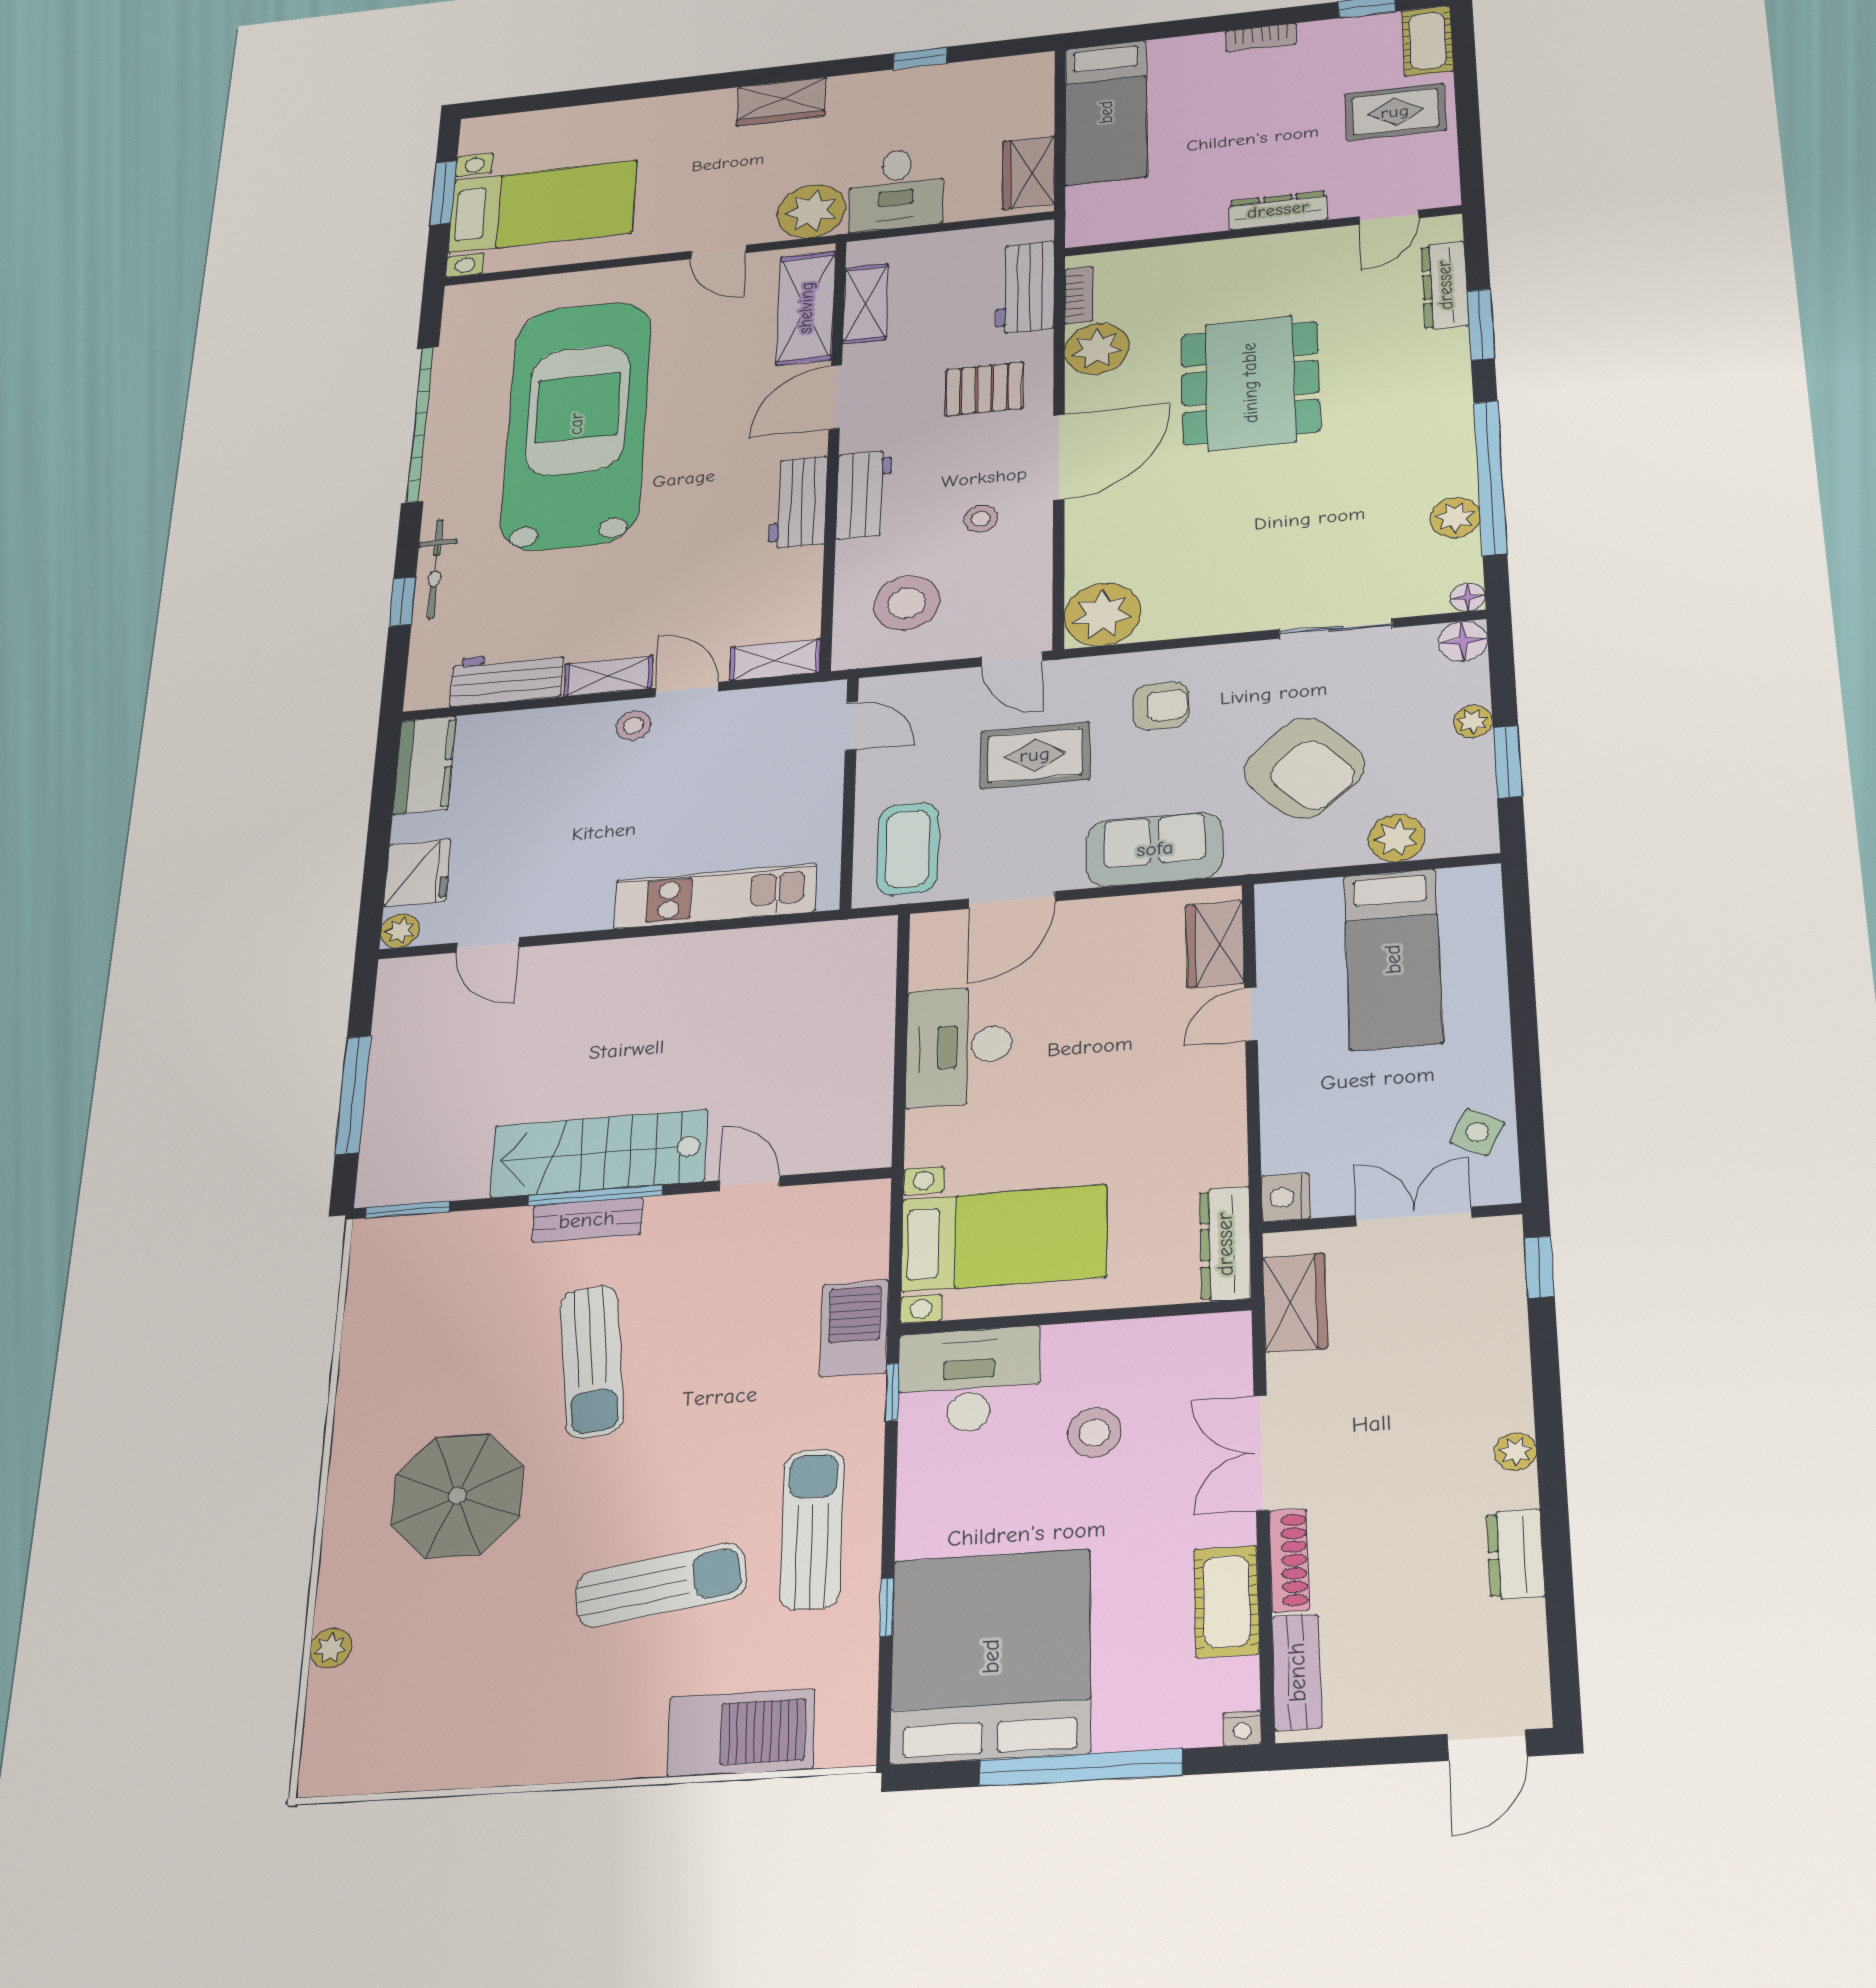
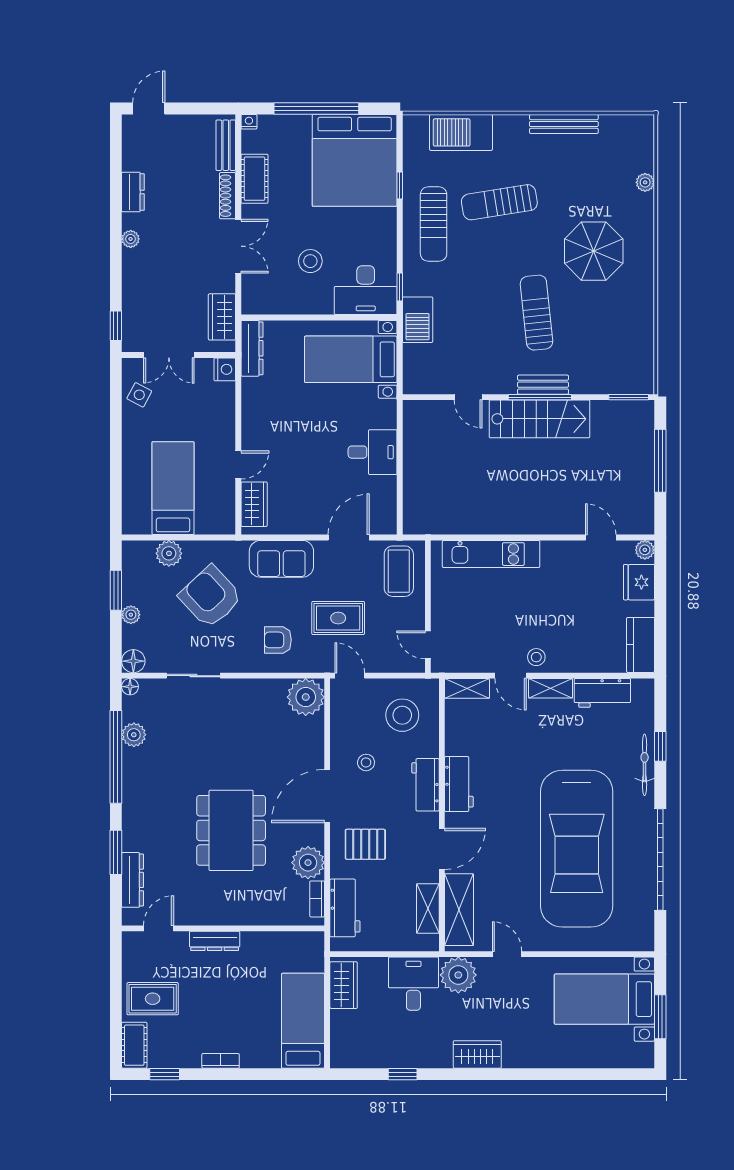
desk: (959, 1046) -> (373, 452), width x0.73
bench: (503, 1765) -> (564, 124), added

